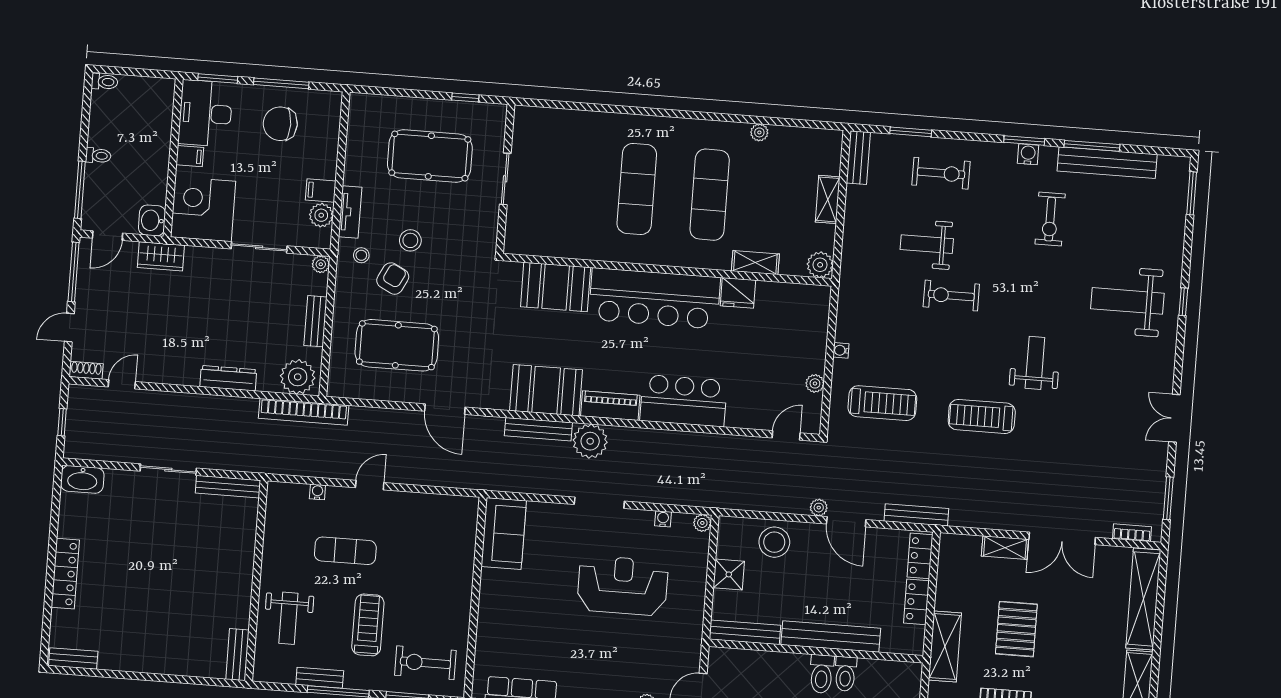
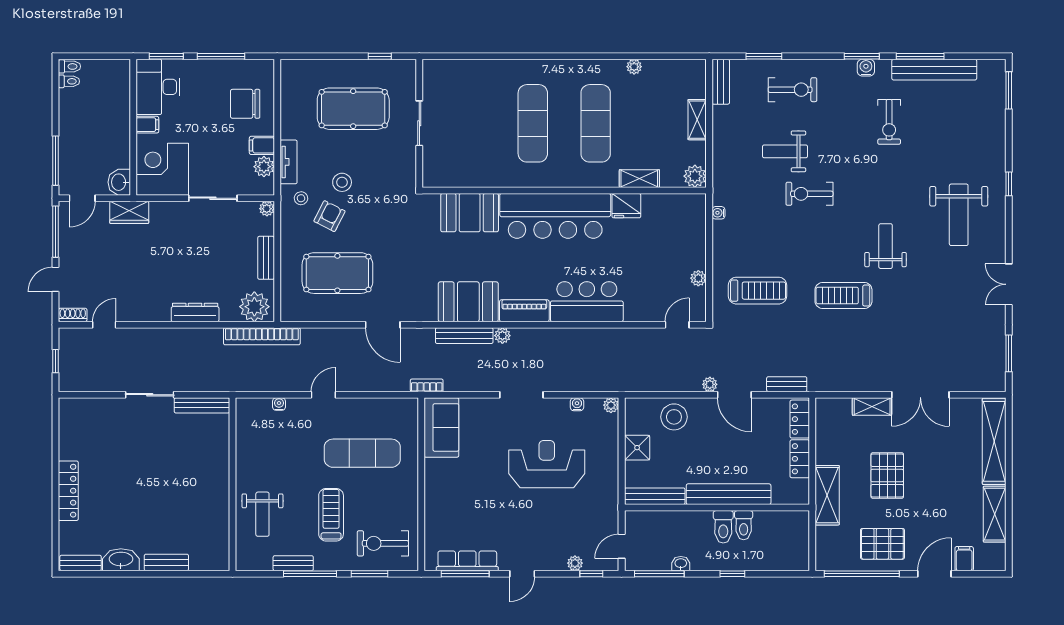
chair: (280, 124) -> (245, 104), moved
toilet: (98, 156) -> (69, 81), moved
weight bench: (1127, 301) -> (959, 215), moved, turned -90
water cooler: (841, 350) -> (718, 213), moved
plant: (590, 441) -> (502, 336), width x0.53, depth x0.53
washbasin: (82, 479) -> (121, 560), moved, turned 180
bench: (916, 515) -> (787, 384), width x0.73
bookcase: (1132, 533) -> (427, 385), moved
exercise mat: (345, 551) -> (362, 453), moved, width x1.36, depth x1.45
bench: (237, 655) -> (166, 562), moved, turned 90

